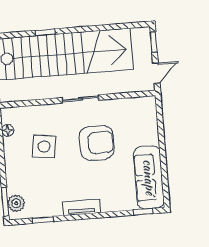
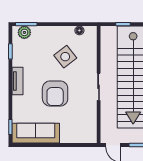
armchair: (97, 143) -> (55, 94), moved
side table: (44, 147) -> (65, 57), turned 45

